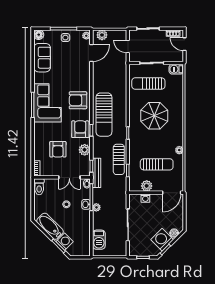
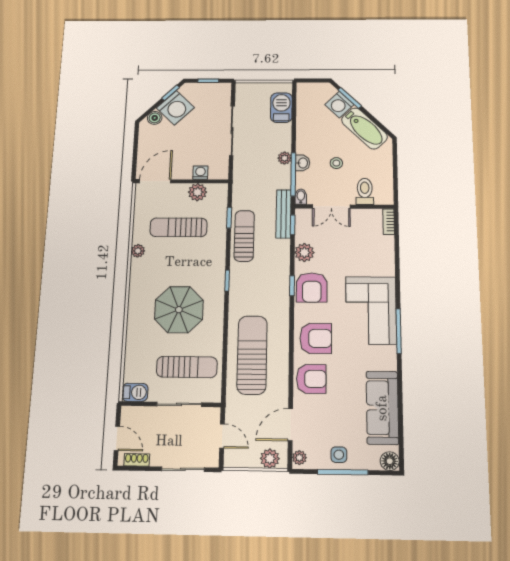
sofa: (42, 58) -> (382, 408), width x1.36
corner sofa: (47, 103) -> (371, 310), moved
sun lounger: (104, 115) -> (252, 355), moved
armchair: (58, 149) -> (311, 379), moved, turned 90
double door: (69, 177) -> (331, 207), swing flipped
toilet: (39, 187) -> (365, 191), moved

